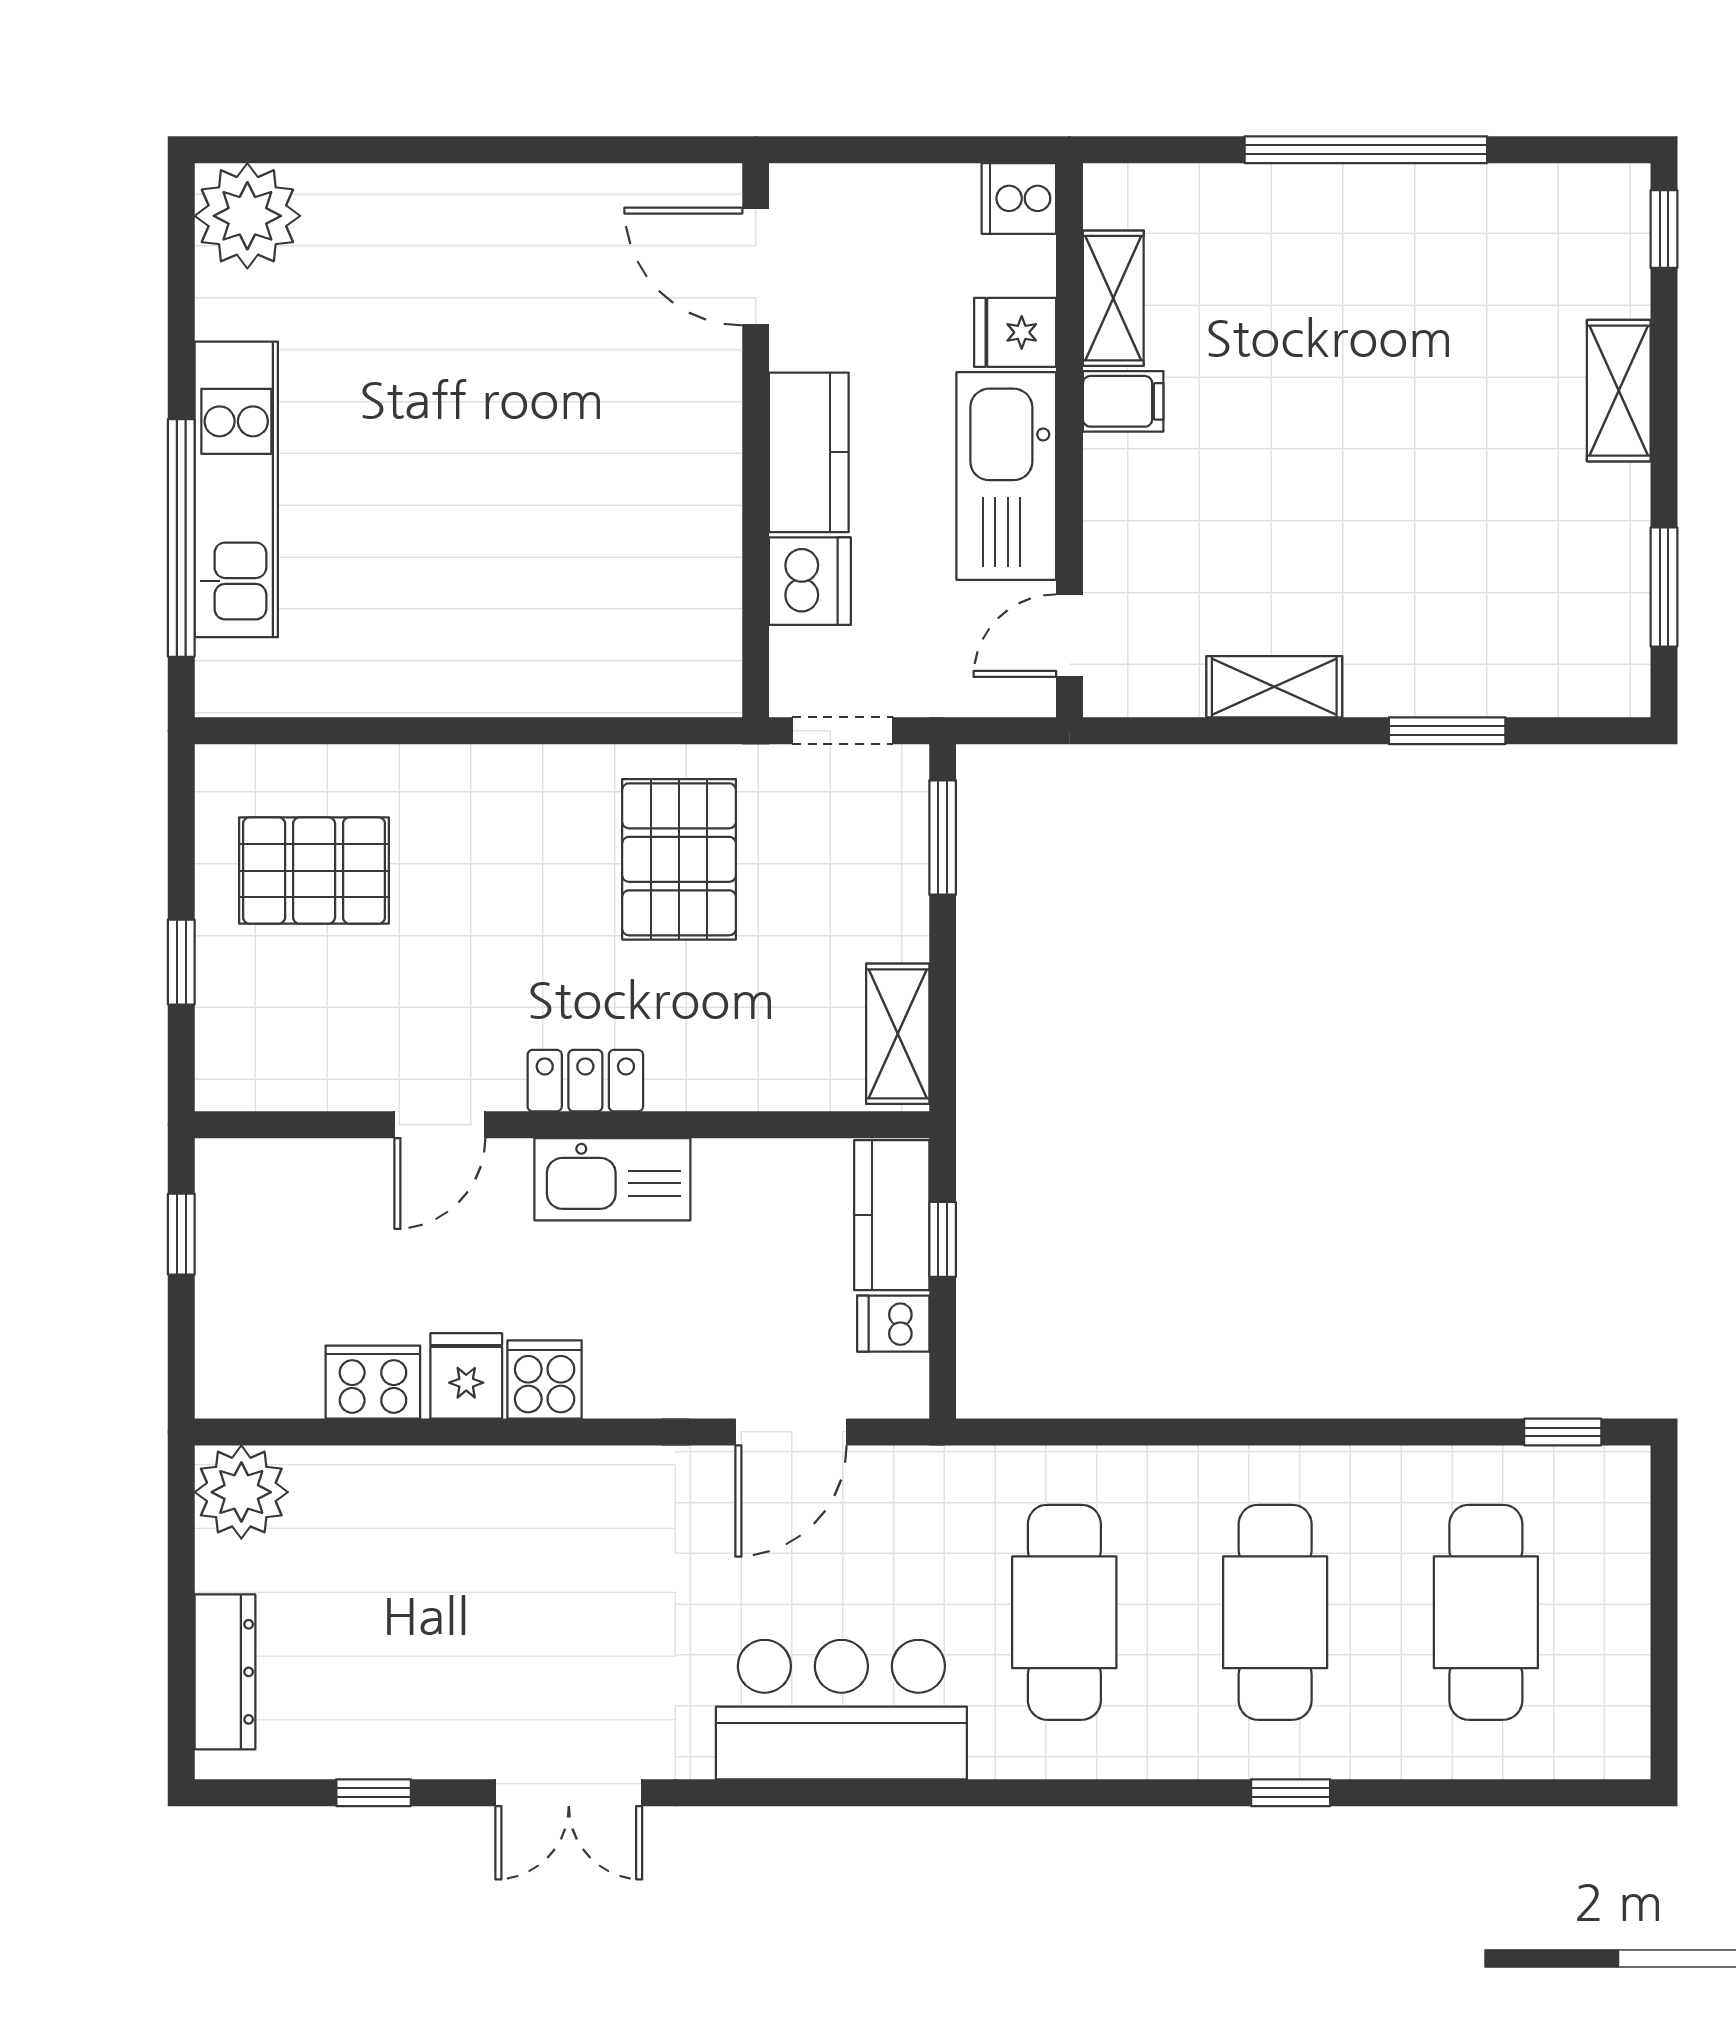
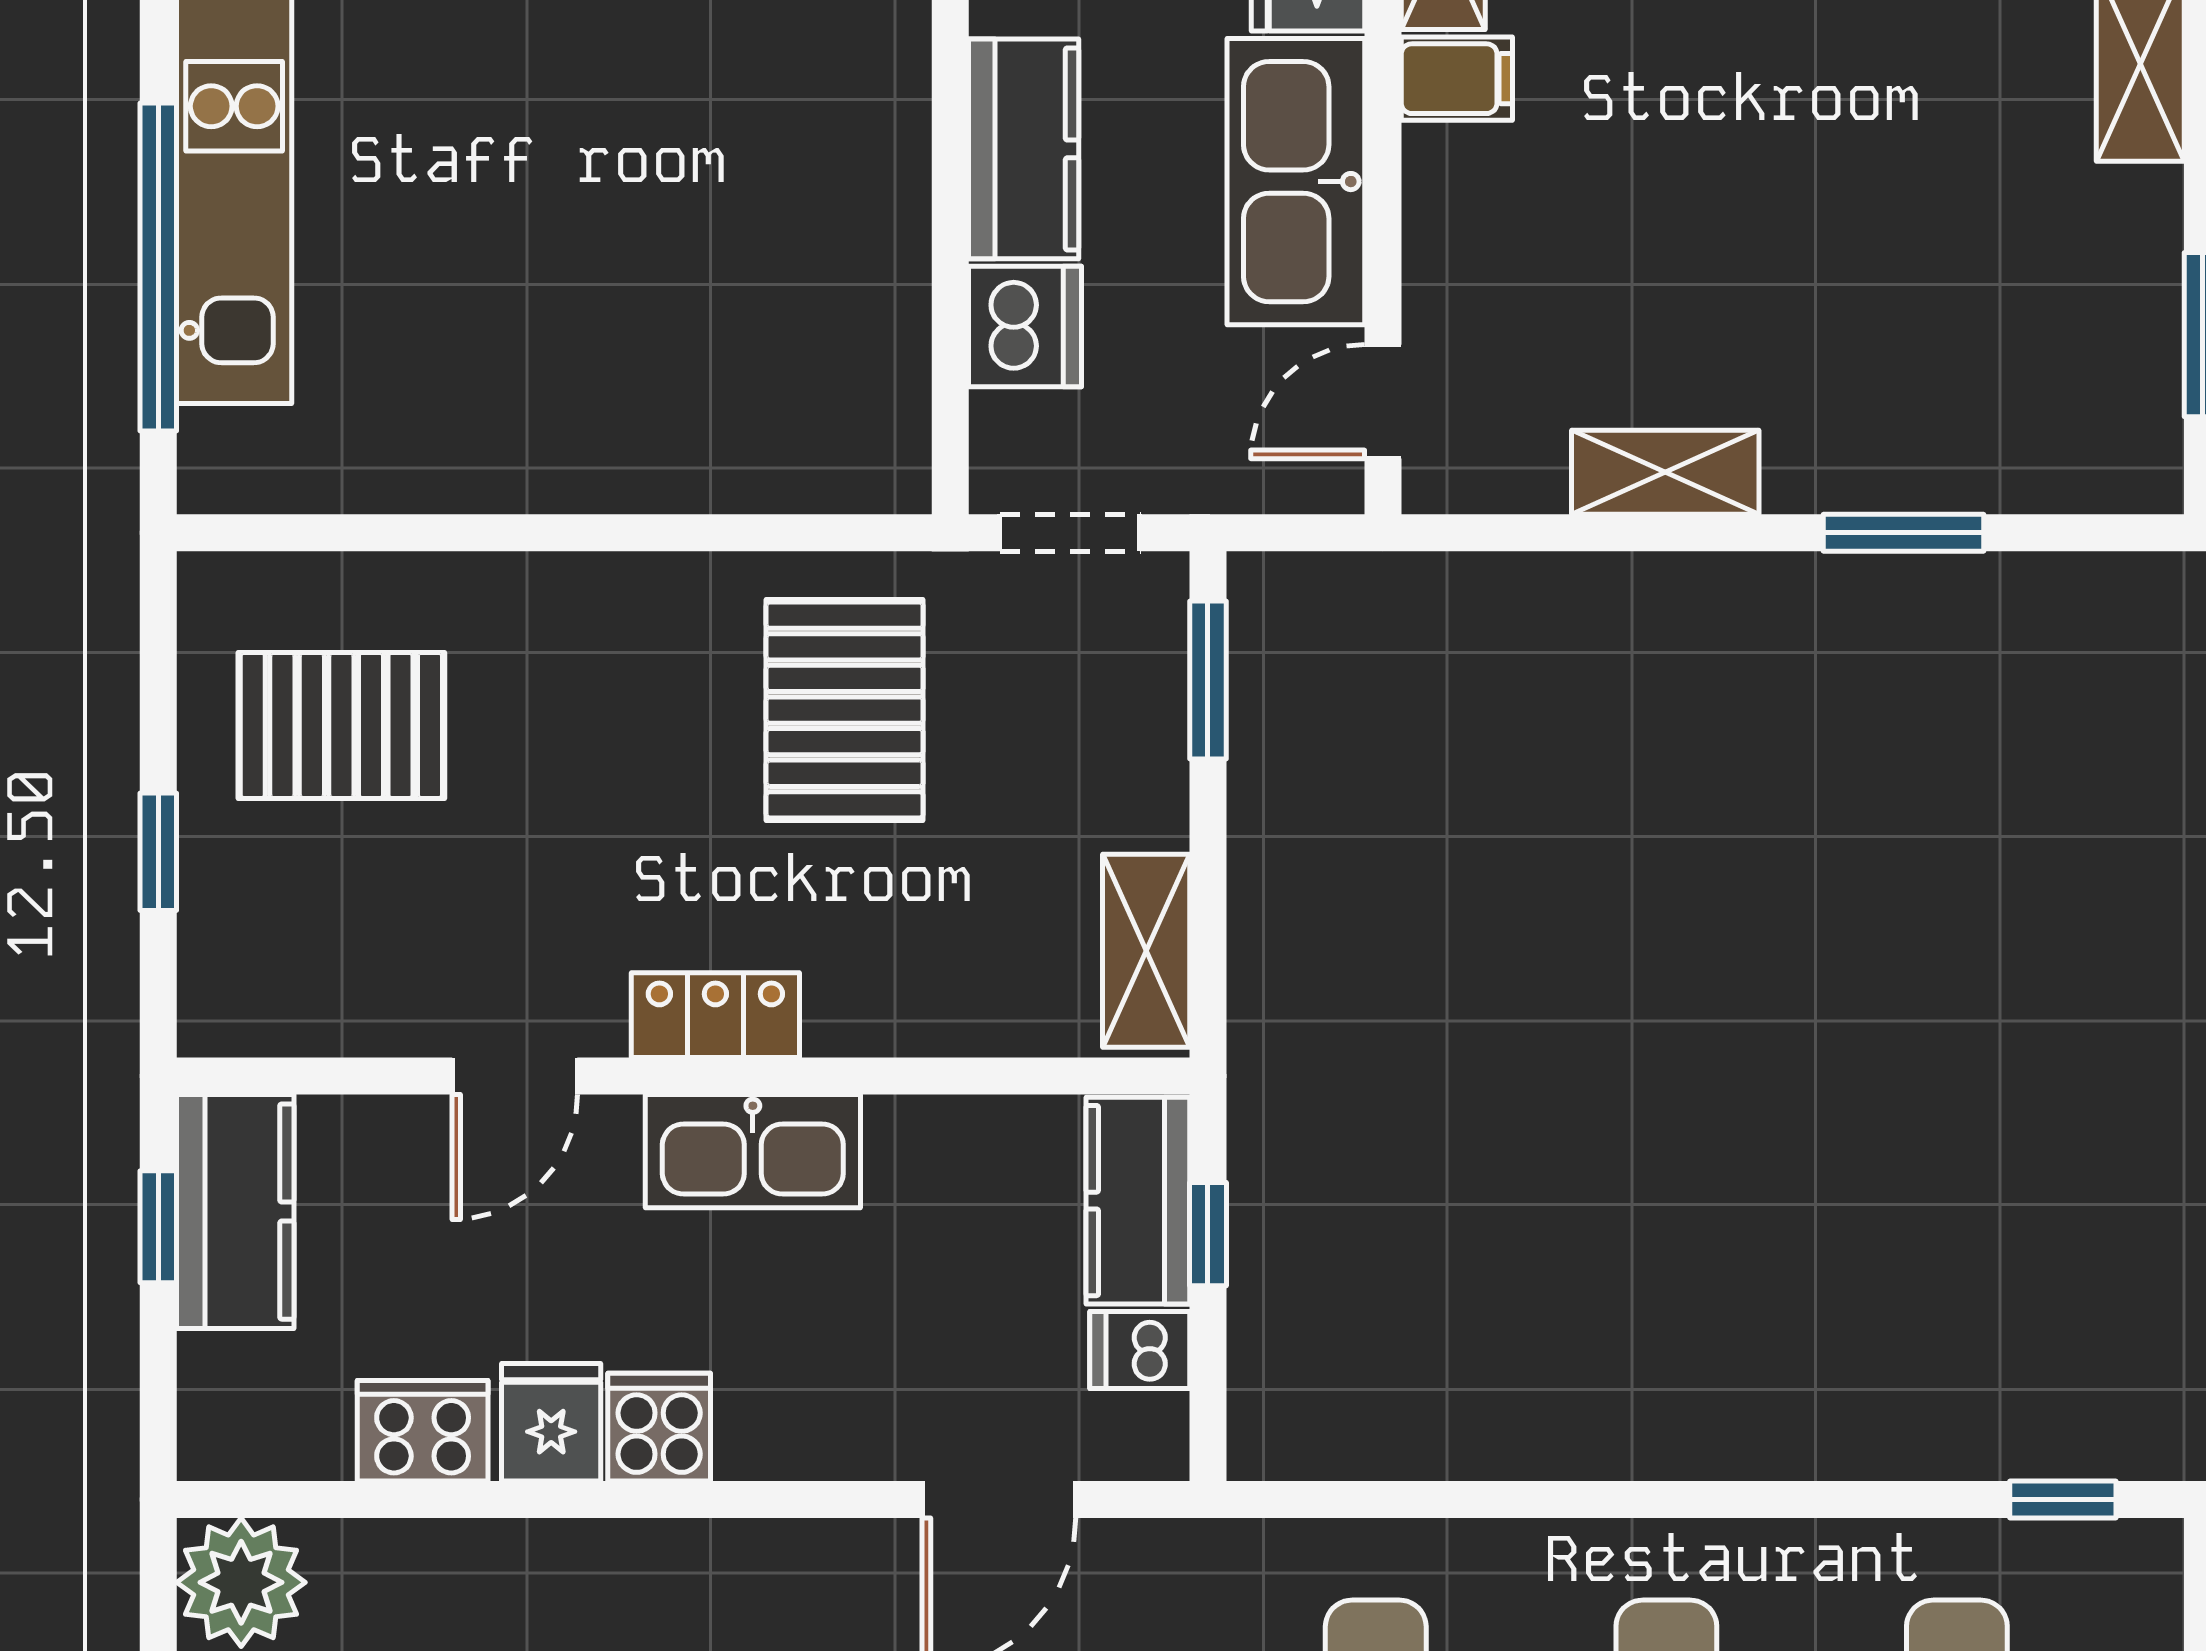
kitchen counter: (237, 1223) -> (235, 1212), added

